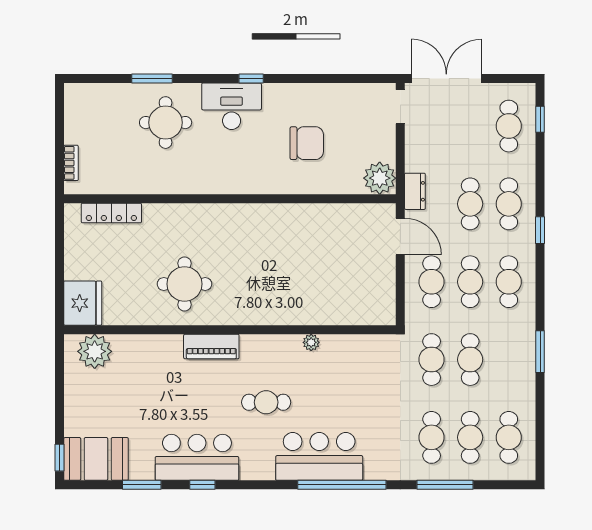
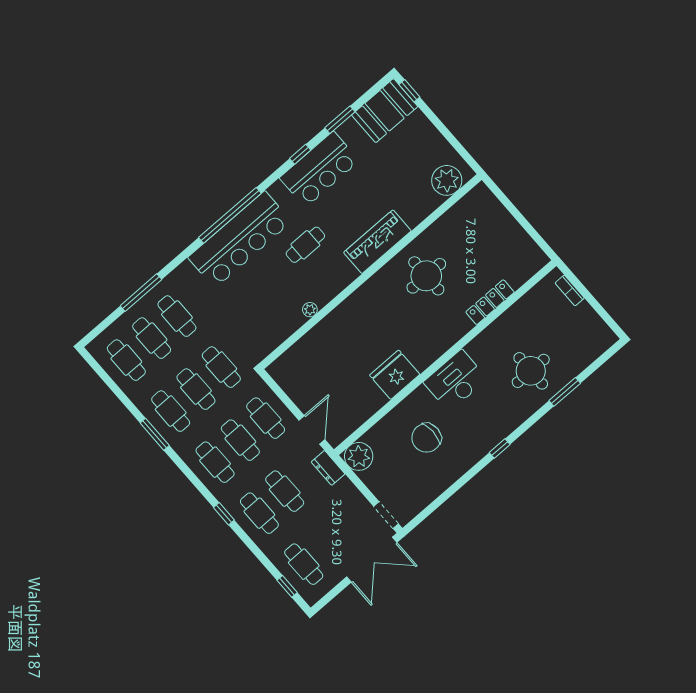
desk: (232, 106) -> (455, 381), moved, turned 180
locker: (111, 213) -> (490, 302), moved
door: (400, 237) -> (312, 430), swing flipped
fridge: (83, 303) -> (395, 375), moved, turned 90
piano: (211, 346) -> (377, 242), width x1.37, depth x1.33
cafe table: (509, 360) -> (171, 411), added
bar counter: (319, 456) -> (240, 240), width x1.36
window: (342, 485) -> (230, 215), moved

